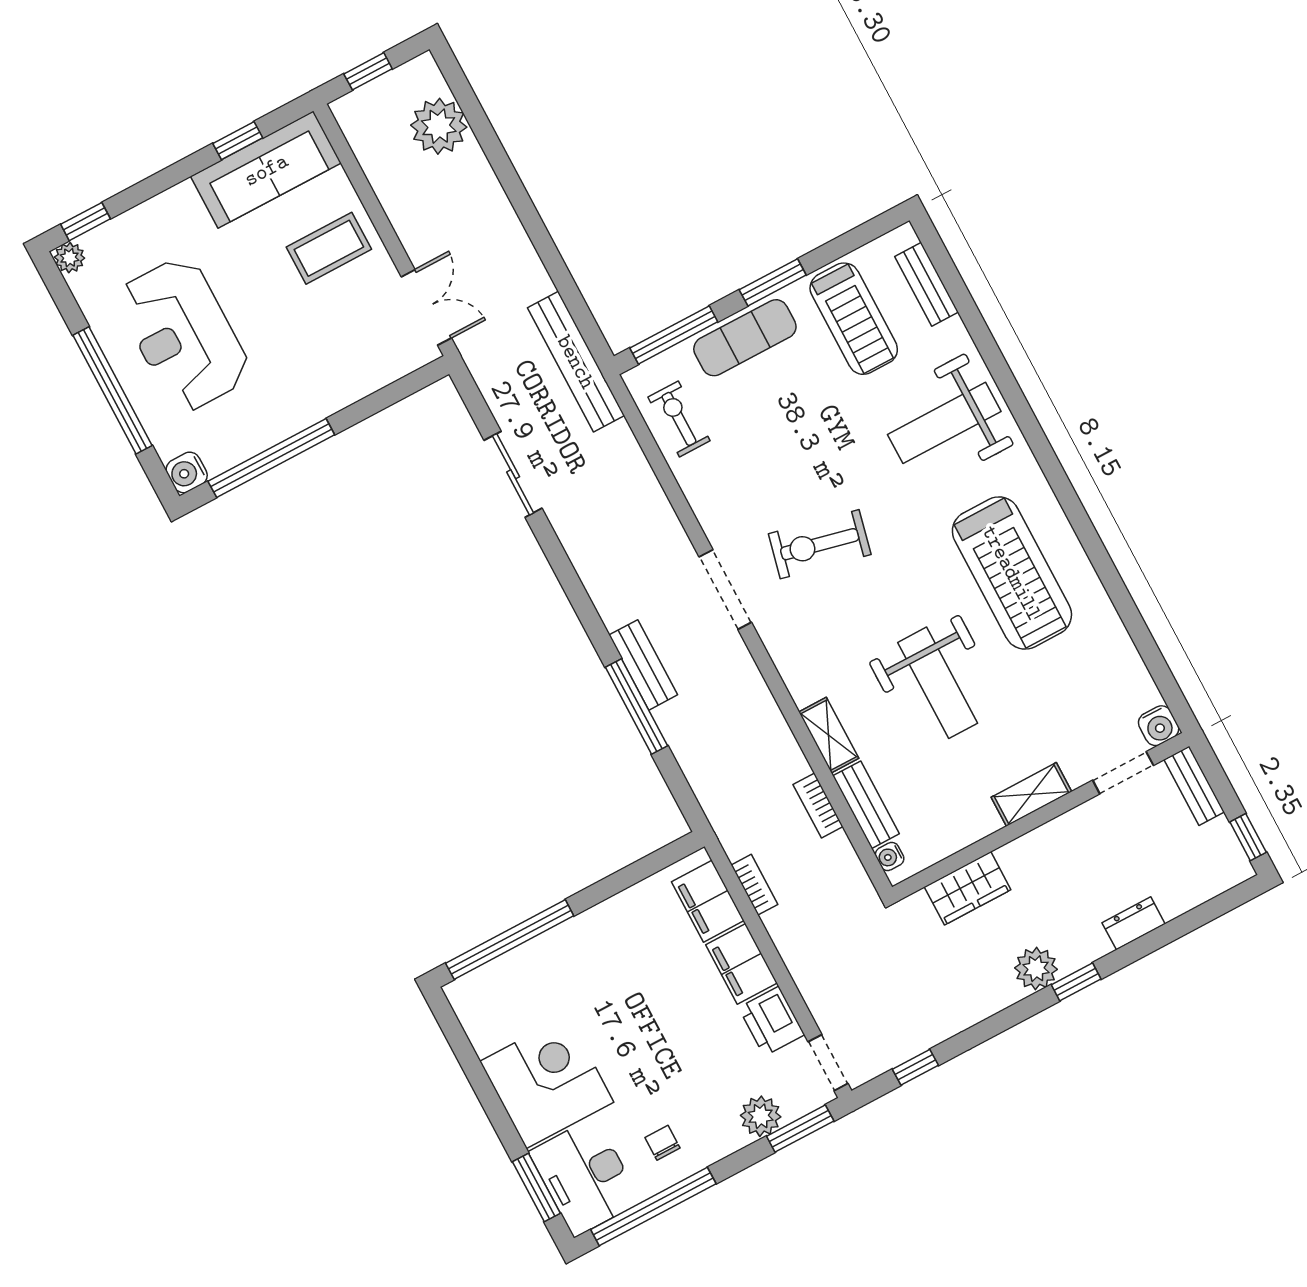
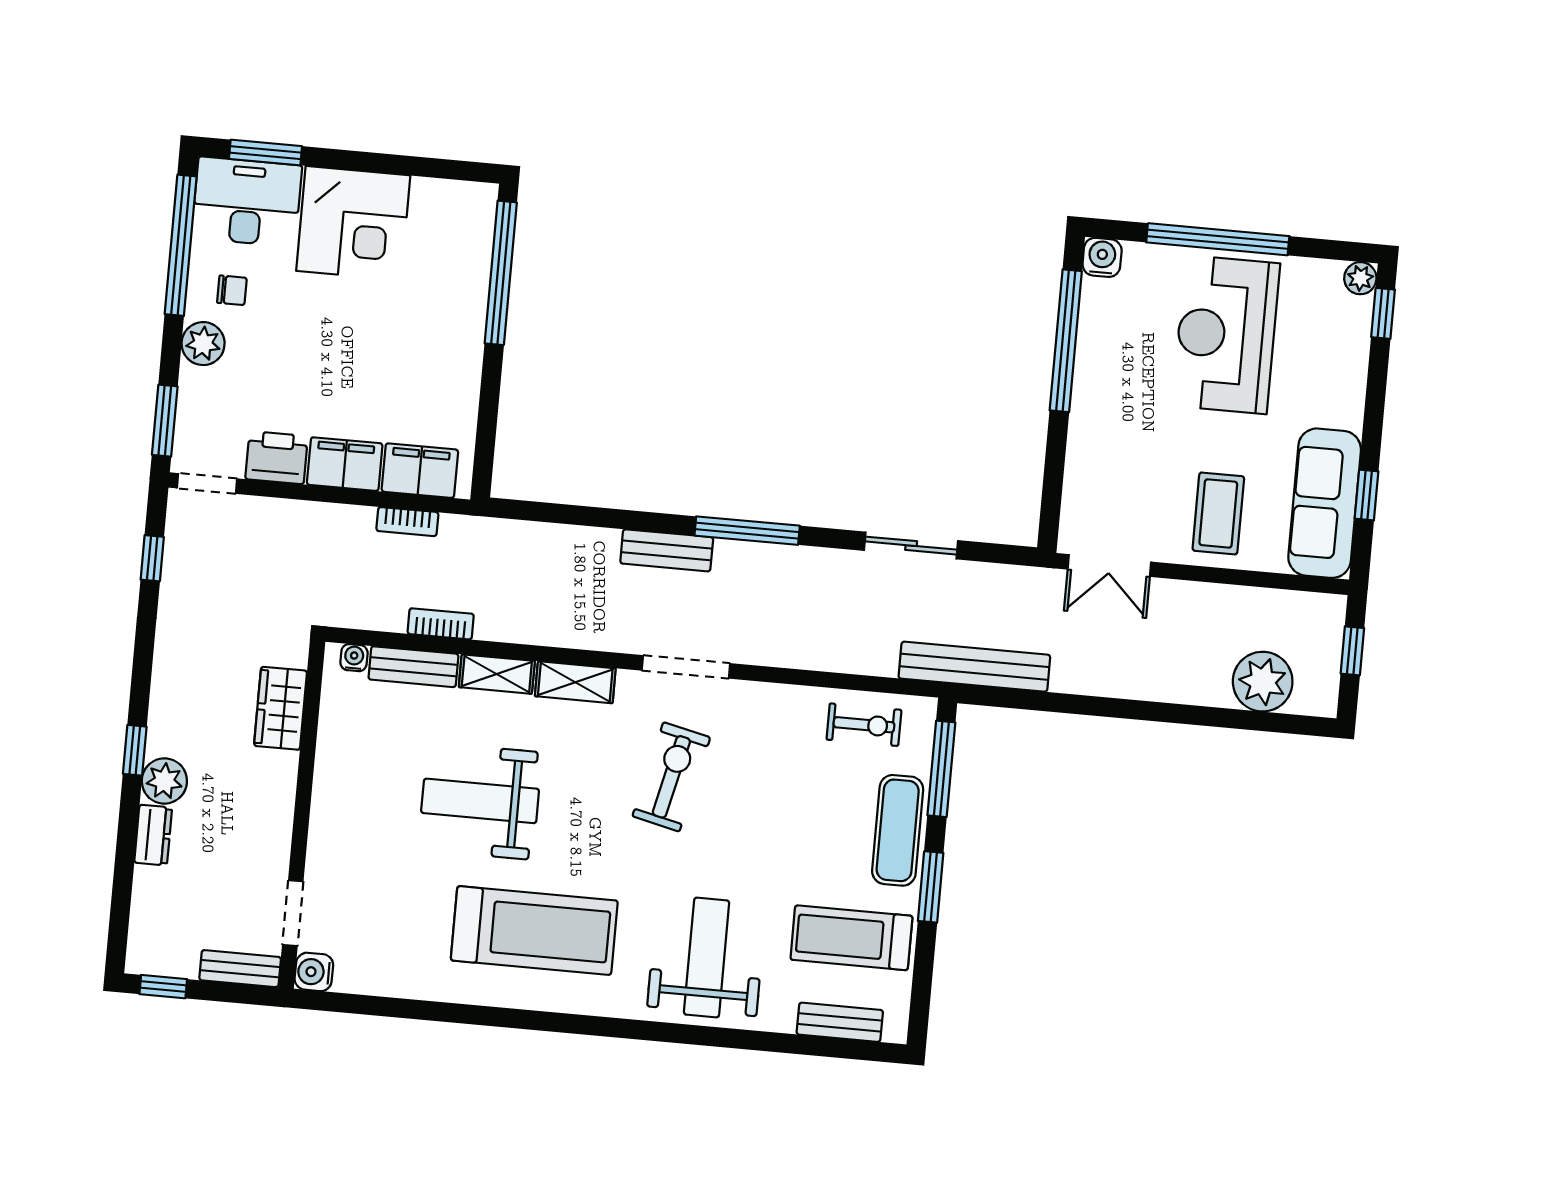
reception desk: (184, 334) -> (1226, 335), turned -90
treadmill: (1012, 573) -> (534, 930), turned 180
window: (637, 707) -> (747, 531), moved
shelving: (1031, 794) -> (575, 682), moved, turned 90
plant: (1036, 969) -> (164, 781), moved
plant: (761, 1116) -> (203, 344), moved

